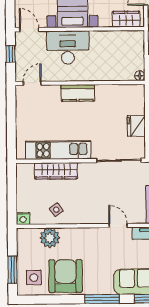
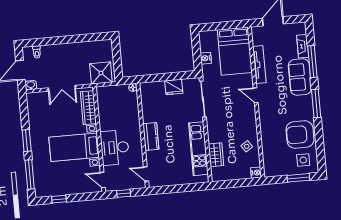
wardrobe: (126, 19) -> (88, 108), width x1.50
door: (29, 30) -> (103, 180), hinge flipped
wardrobe: (56, 171) -> (216, 155), width x0.67
door: (118, 226) -> (256, 95), hinge flipped
plant: (50, 238) -> (270, 150), removed

